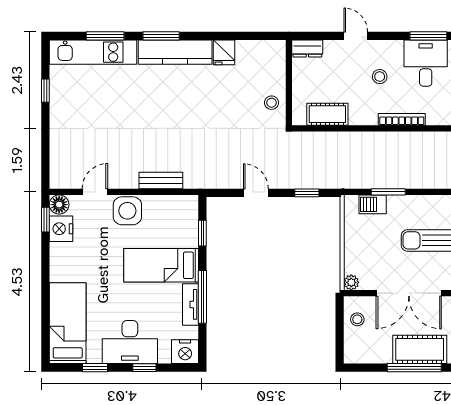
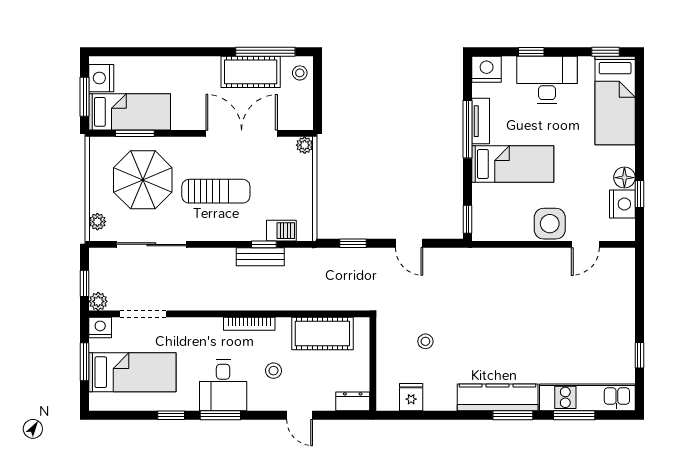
fridge: (224, 52) -> (411, 397), moved
stool: (272, 103) -> (425, 341), moved
cot: (327, 114) -> (322, 334), width x1.37, depth x1.34
bench: (161, 181) -> (260, 257), moved
window: (388, 192) -> (264, 244), width x0.67
floor lamp: (59, 205) -> (624, 178), moved
window: (45, 220) -> (639, 194), moved
window: (202, 233) -> (468, 219), moved
stool: (357, 319) -> (300, 73), moved
cot: (420, 349) -> (251, 72), moved
window: (95, 368) -> (606, 52), moved
window: (414, 368) -> (265, 52), moved

